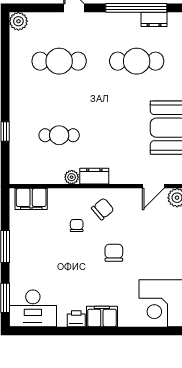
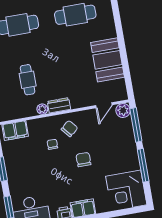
cafe table: (59, 135) -> (28, 80), turned 90

